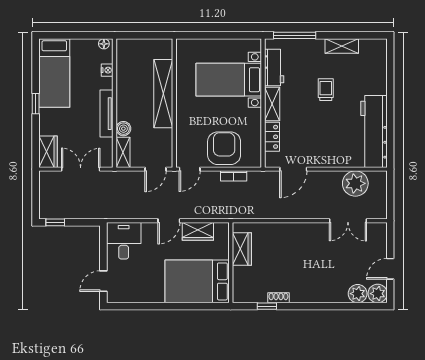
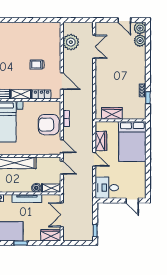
trolley: (326, 90) -> (37, 65), moved
workbench: (374, 131) -> (38, 30), removed

